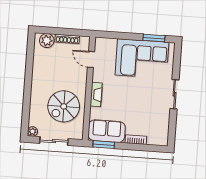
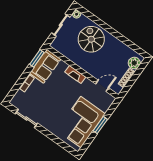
window: (154, 38) -> (100, 125), moved
sliding door: (175, 94) -> (26, 119), moved
spiral stairs: (64, 106) -> (91, 39), moved

